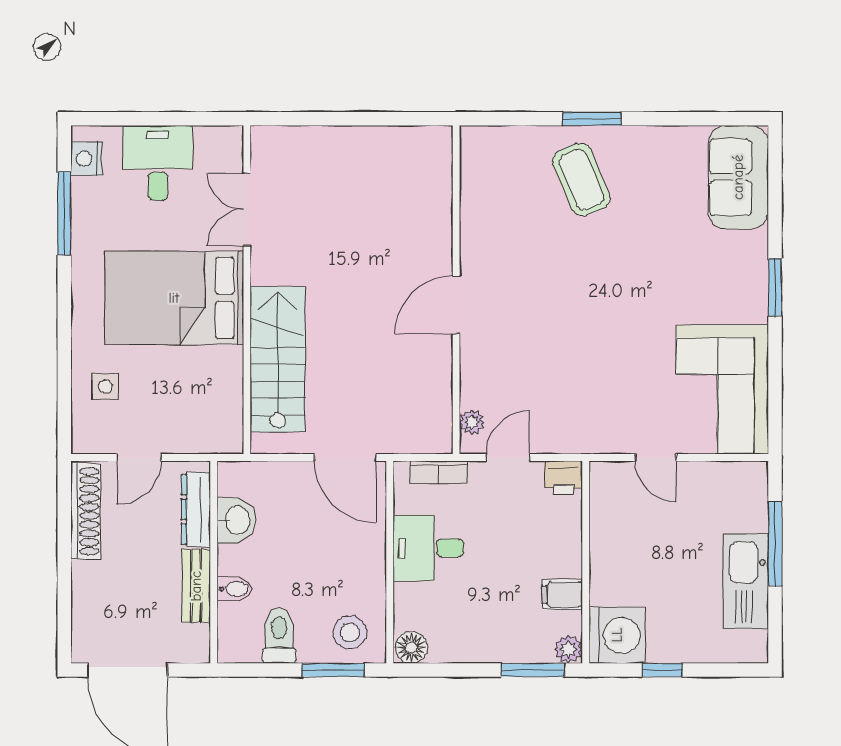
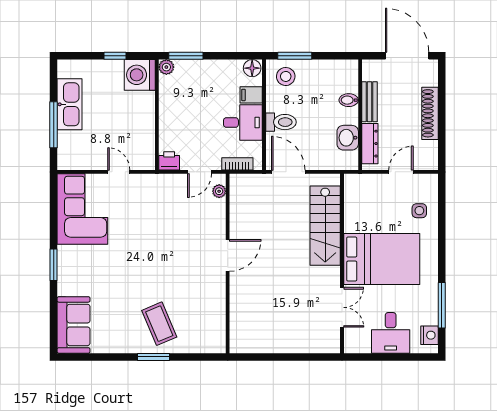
shoe rack: (86, 511) -> (430, 113), moved
filing cabinet: (562, 595) -> (251, 95), moved, turned 180
toilet: (279, 636) -> (281, 122), moved, turned -90

